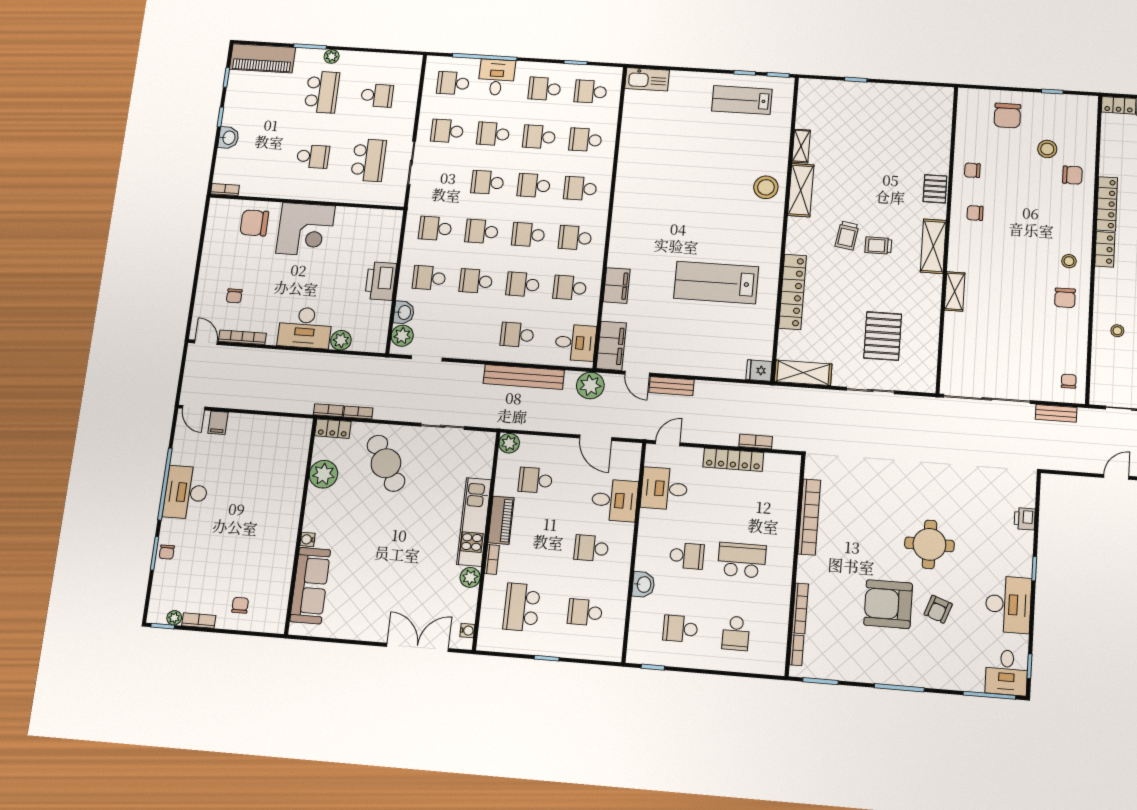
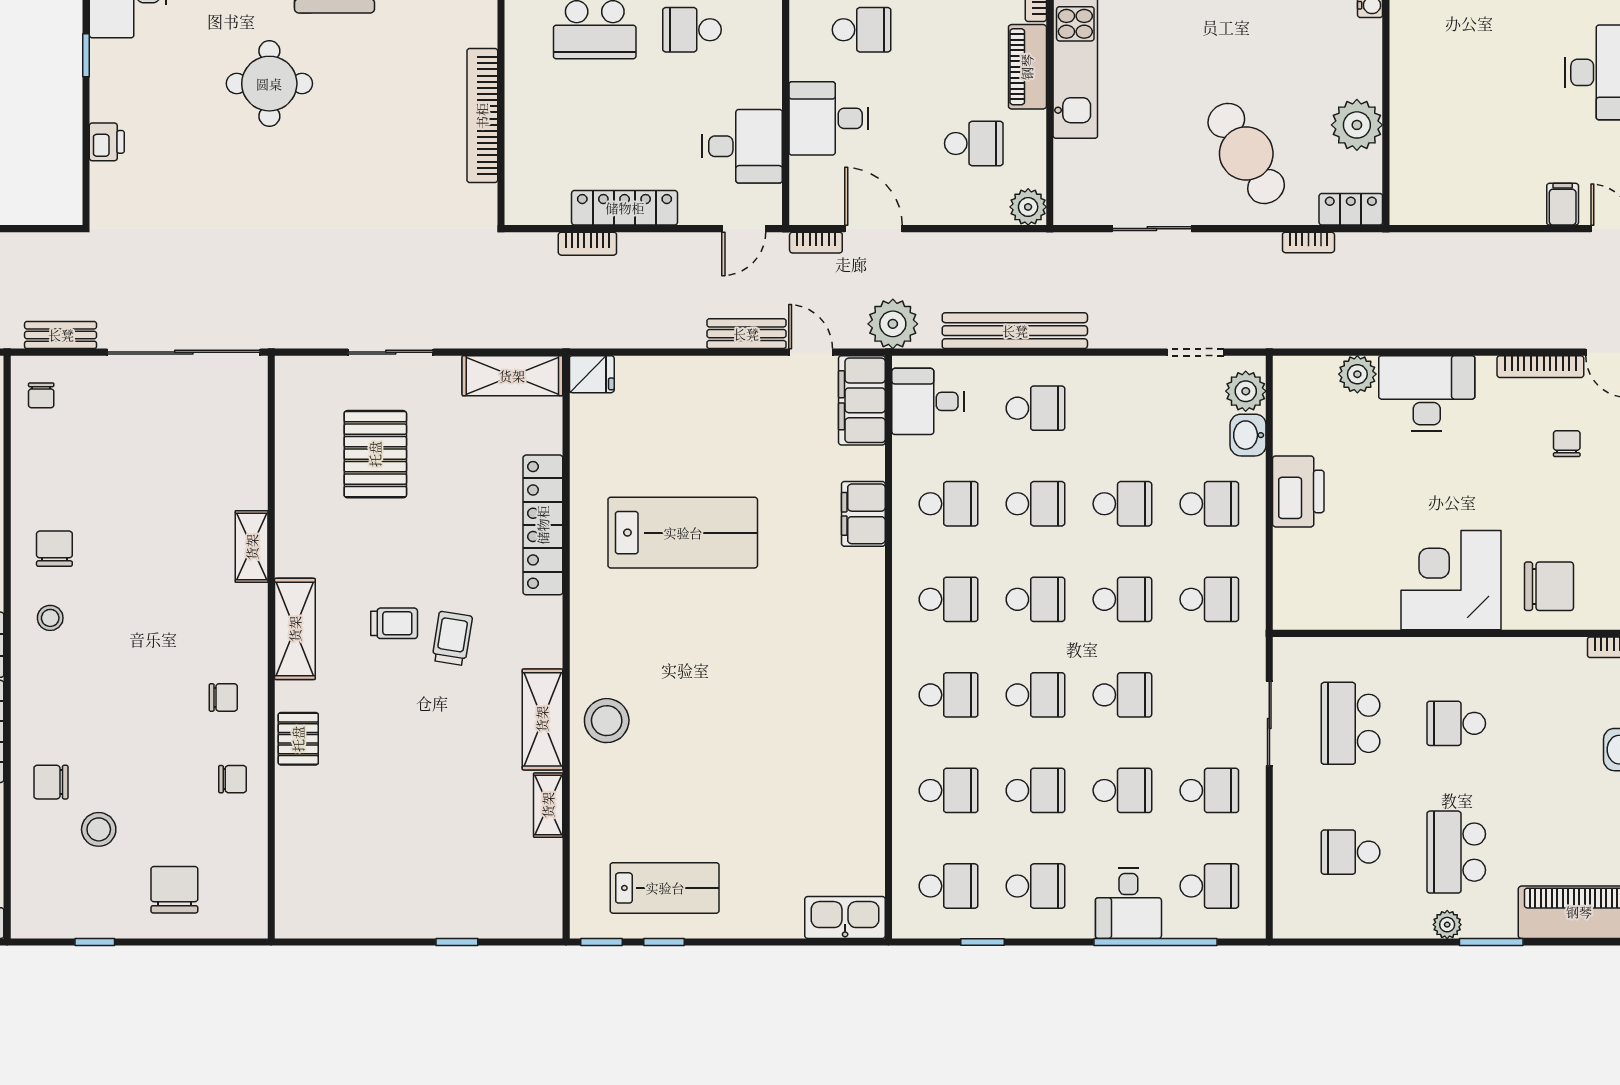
bookcase: (328, 410) -> (816, 243), moved

